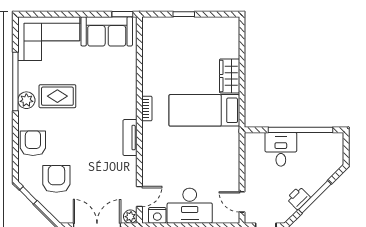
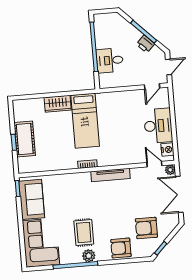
cot: (187, 29) -> (25, 139), added
tv unit: (130, 138) -> (110, 175), width x1.41

